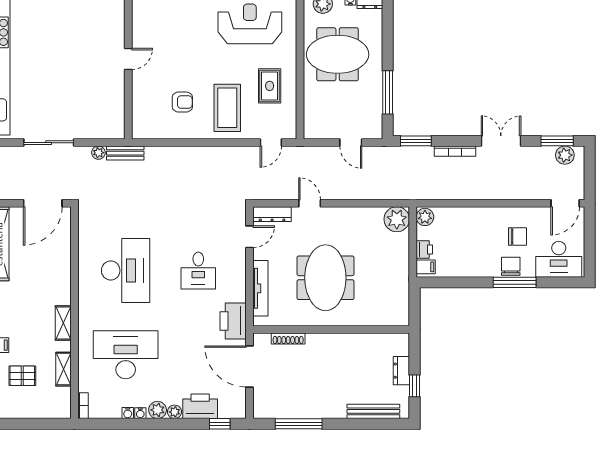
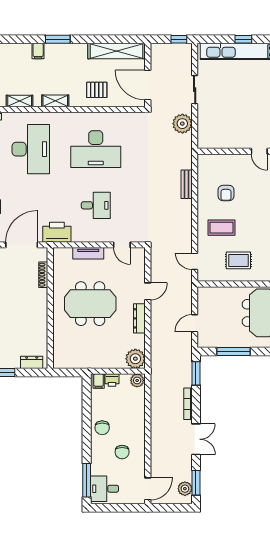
coffee table: (227, 108) -> (221, 228), width x0.73, depth x0.76
sliding door: (49, 143) -> (195, 90), width x0.73
plant: (98, 153) -> (182, 124), width x1.87, depth x1.87
bench: (125, 153) -> (187, 184), moved
door: (565, 203) -> (148, 489), swing flipped
dresser: (272, 214) -> (139, 318), moved
desk: (559, 259) -> (104, 489), width x0.73
chair: (511, 266) -> (102, 428), moved, turned 90
desk: (198, 271) -> (96, 205), turned 180
window: (515, 282) -> (87, 480), moved
tv unit: (260, 288) -> (88, 253), width x0.71
dresser: (401, 371) -> (32, 362), moved
pallet: (22, 376) -> (97, 90), moved, turned 90

